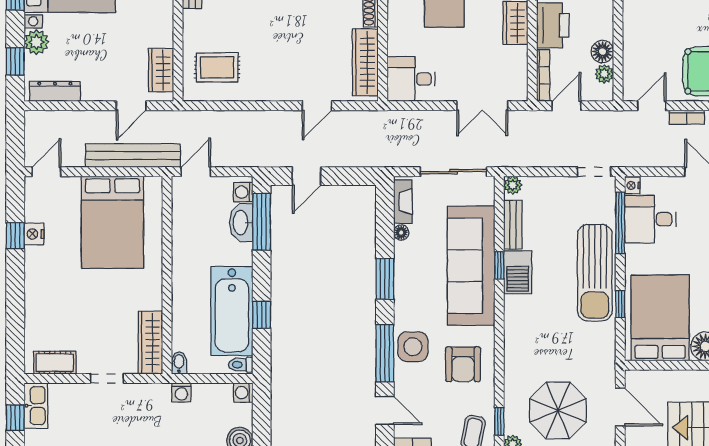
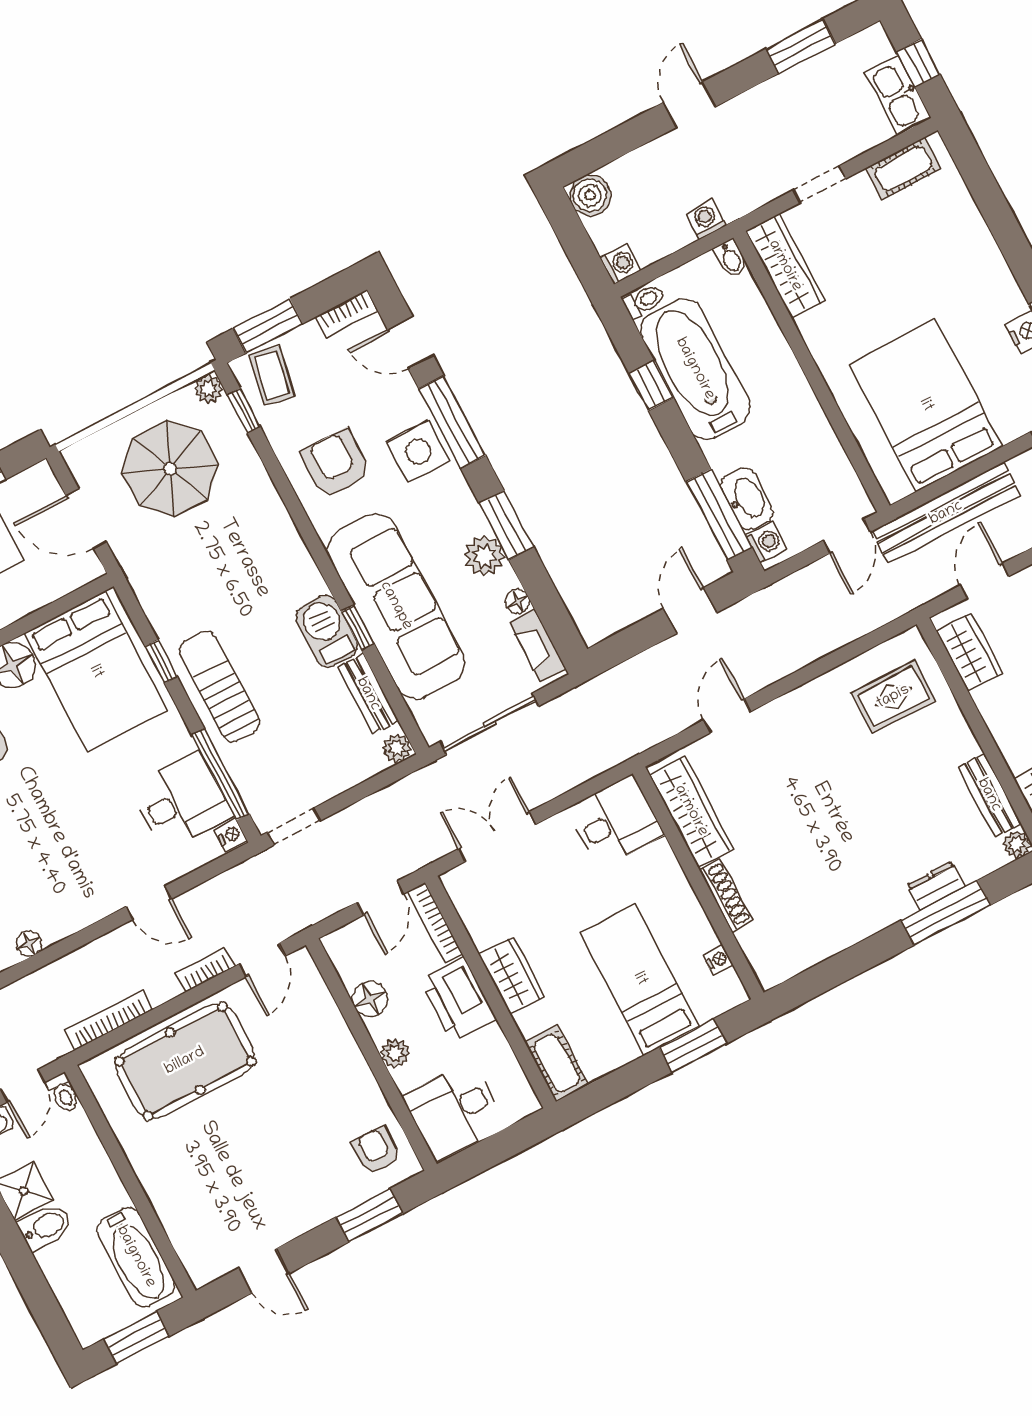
plant: (604, 74) -> (395, 1053), moved
plant: (406, 268) -> (484, 556), added
sun lounger: (595, 273) -> (219, 687), width x0.73, depth x0.75

